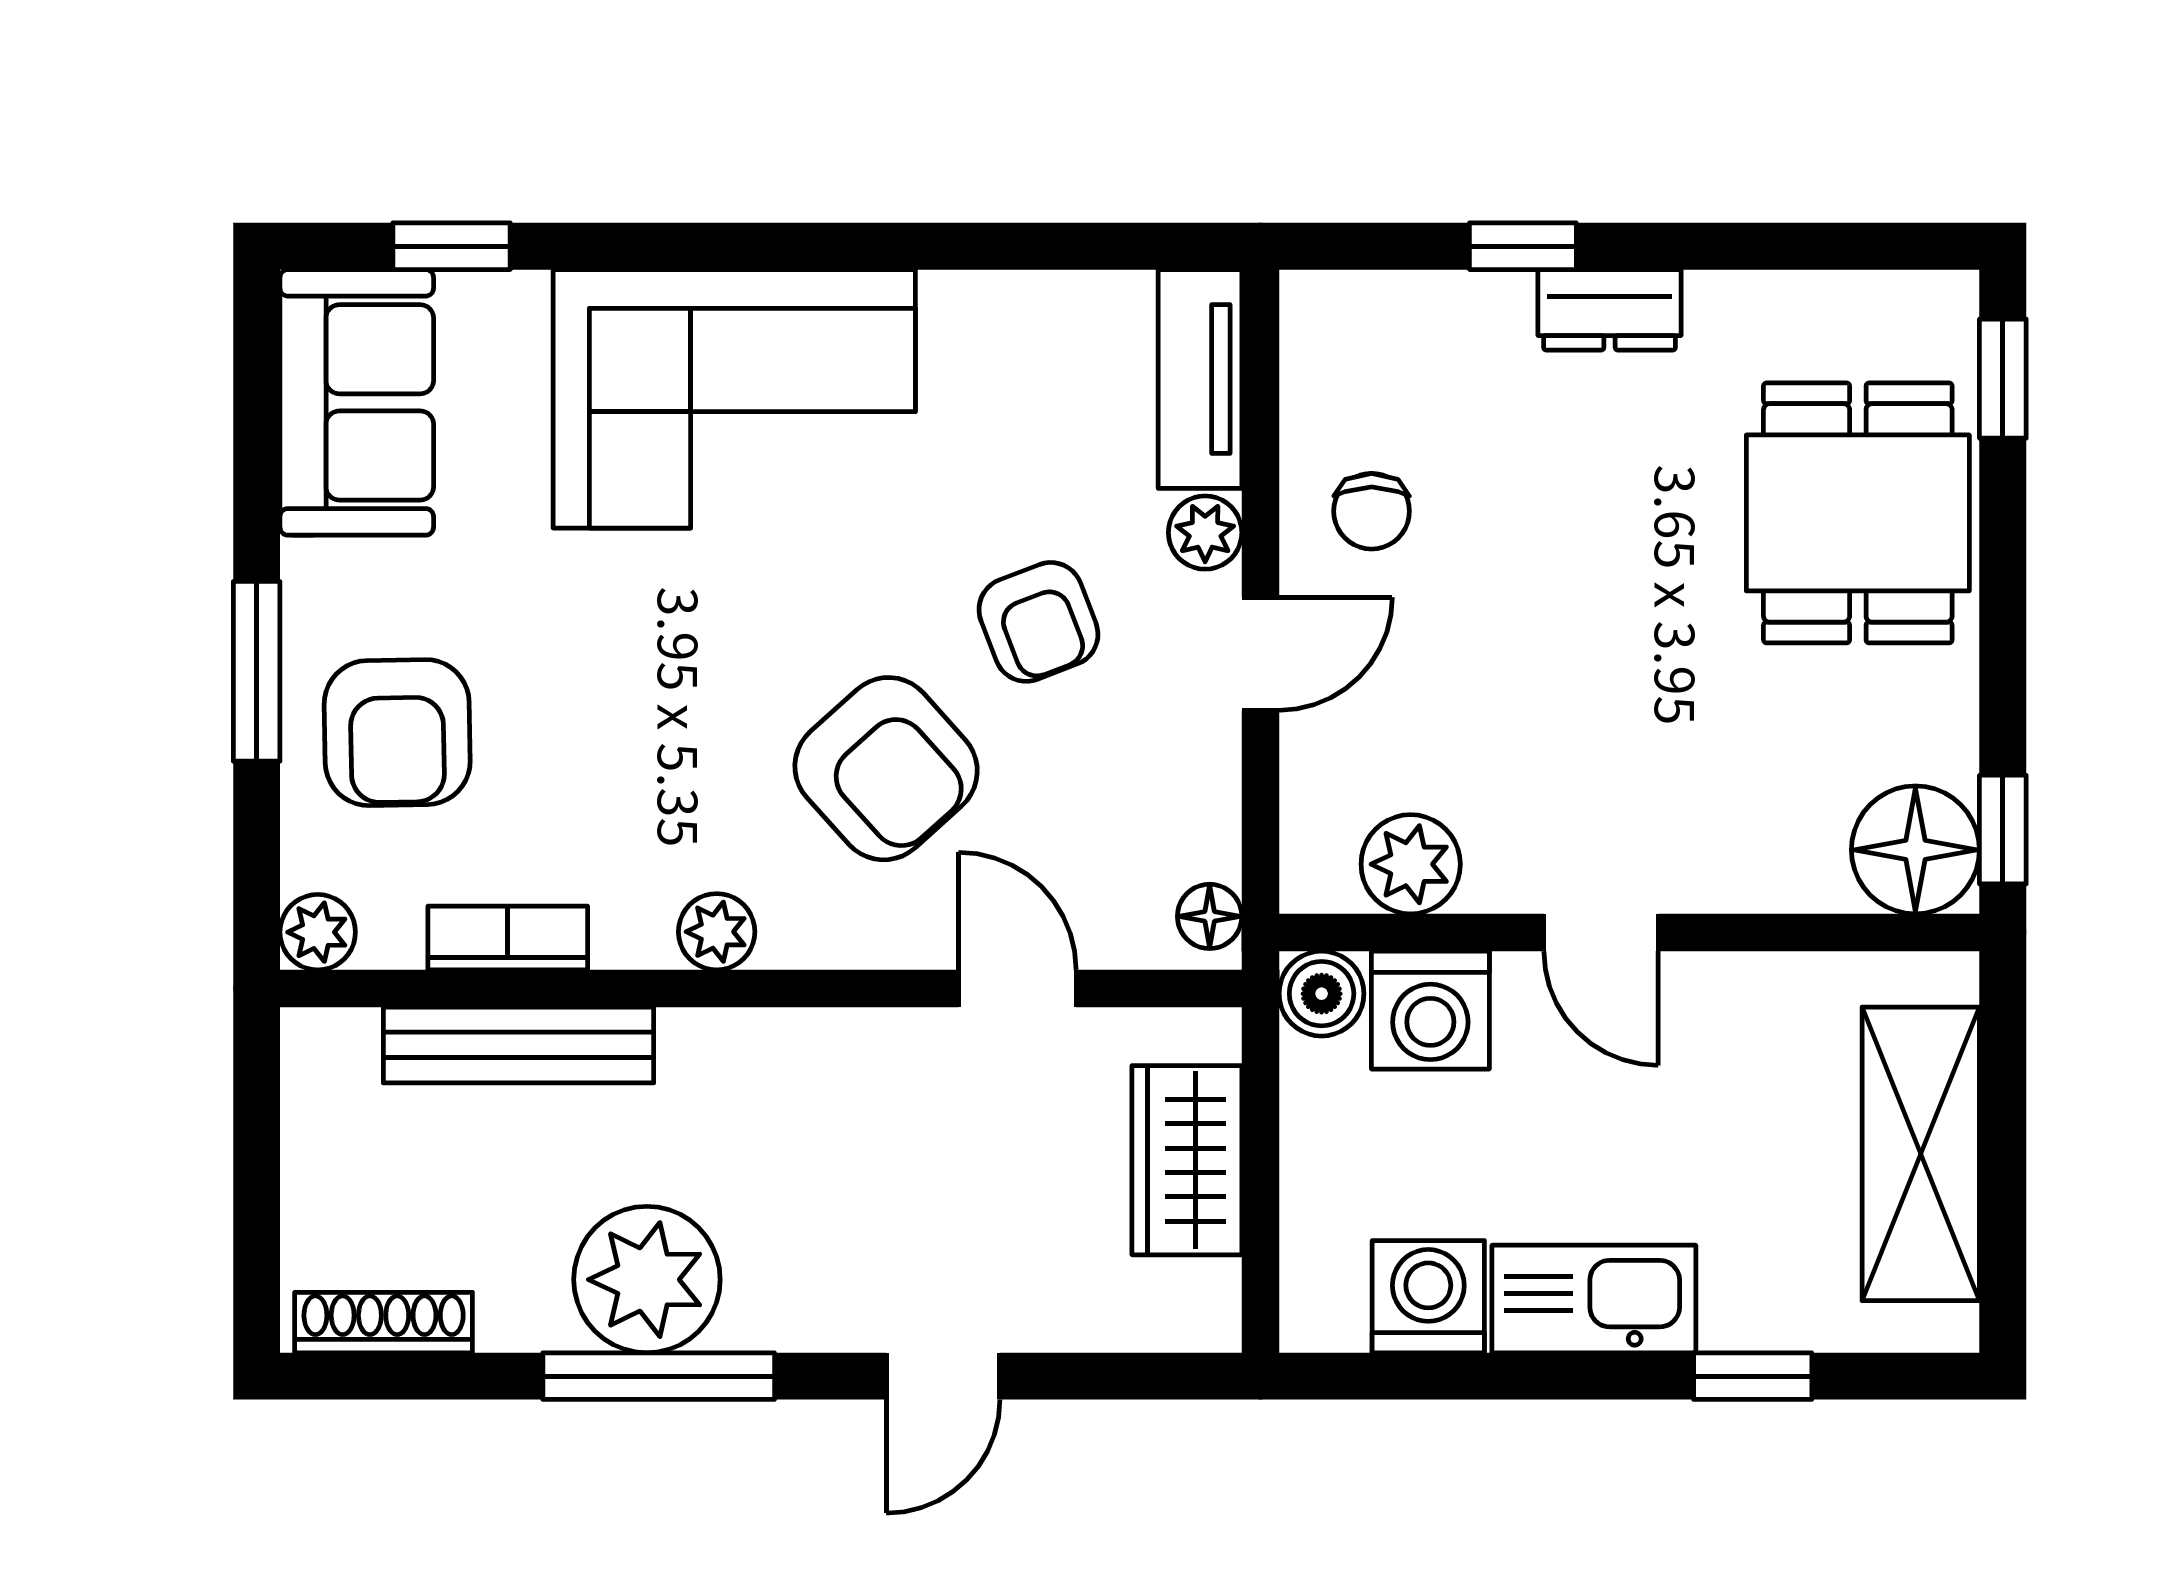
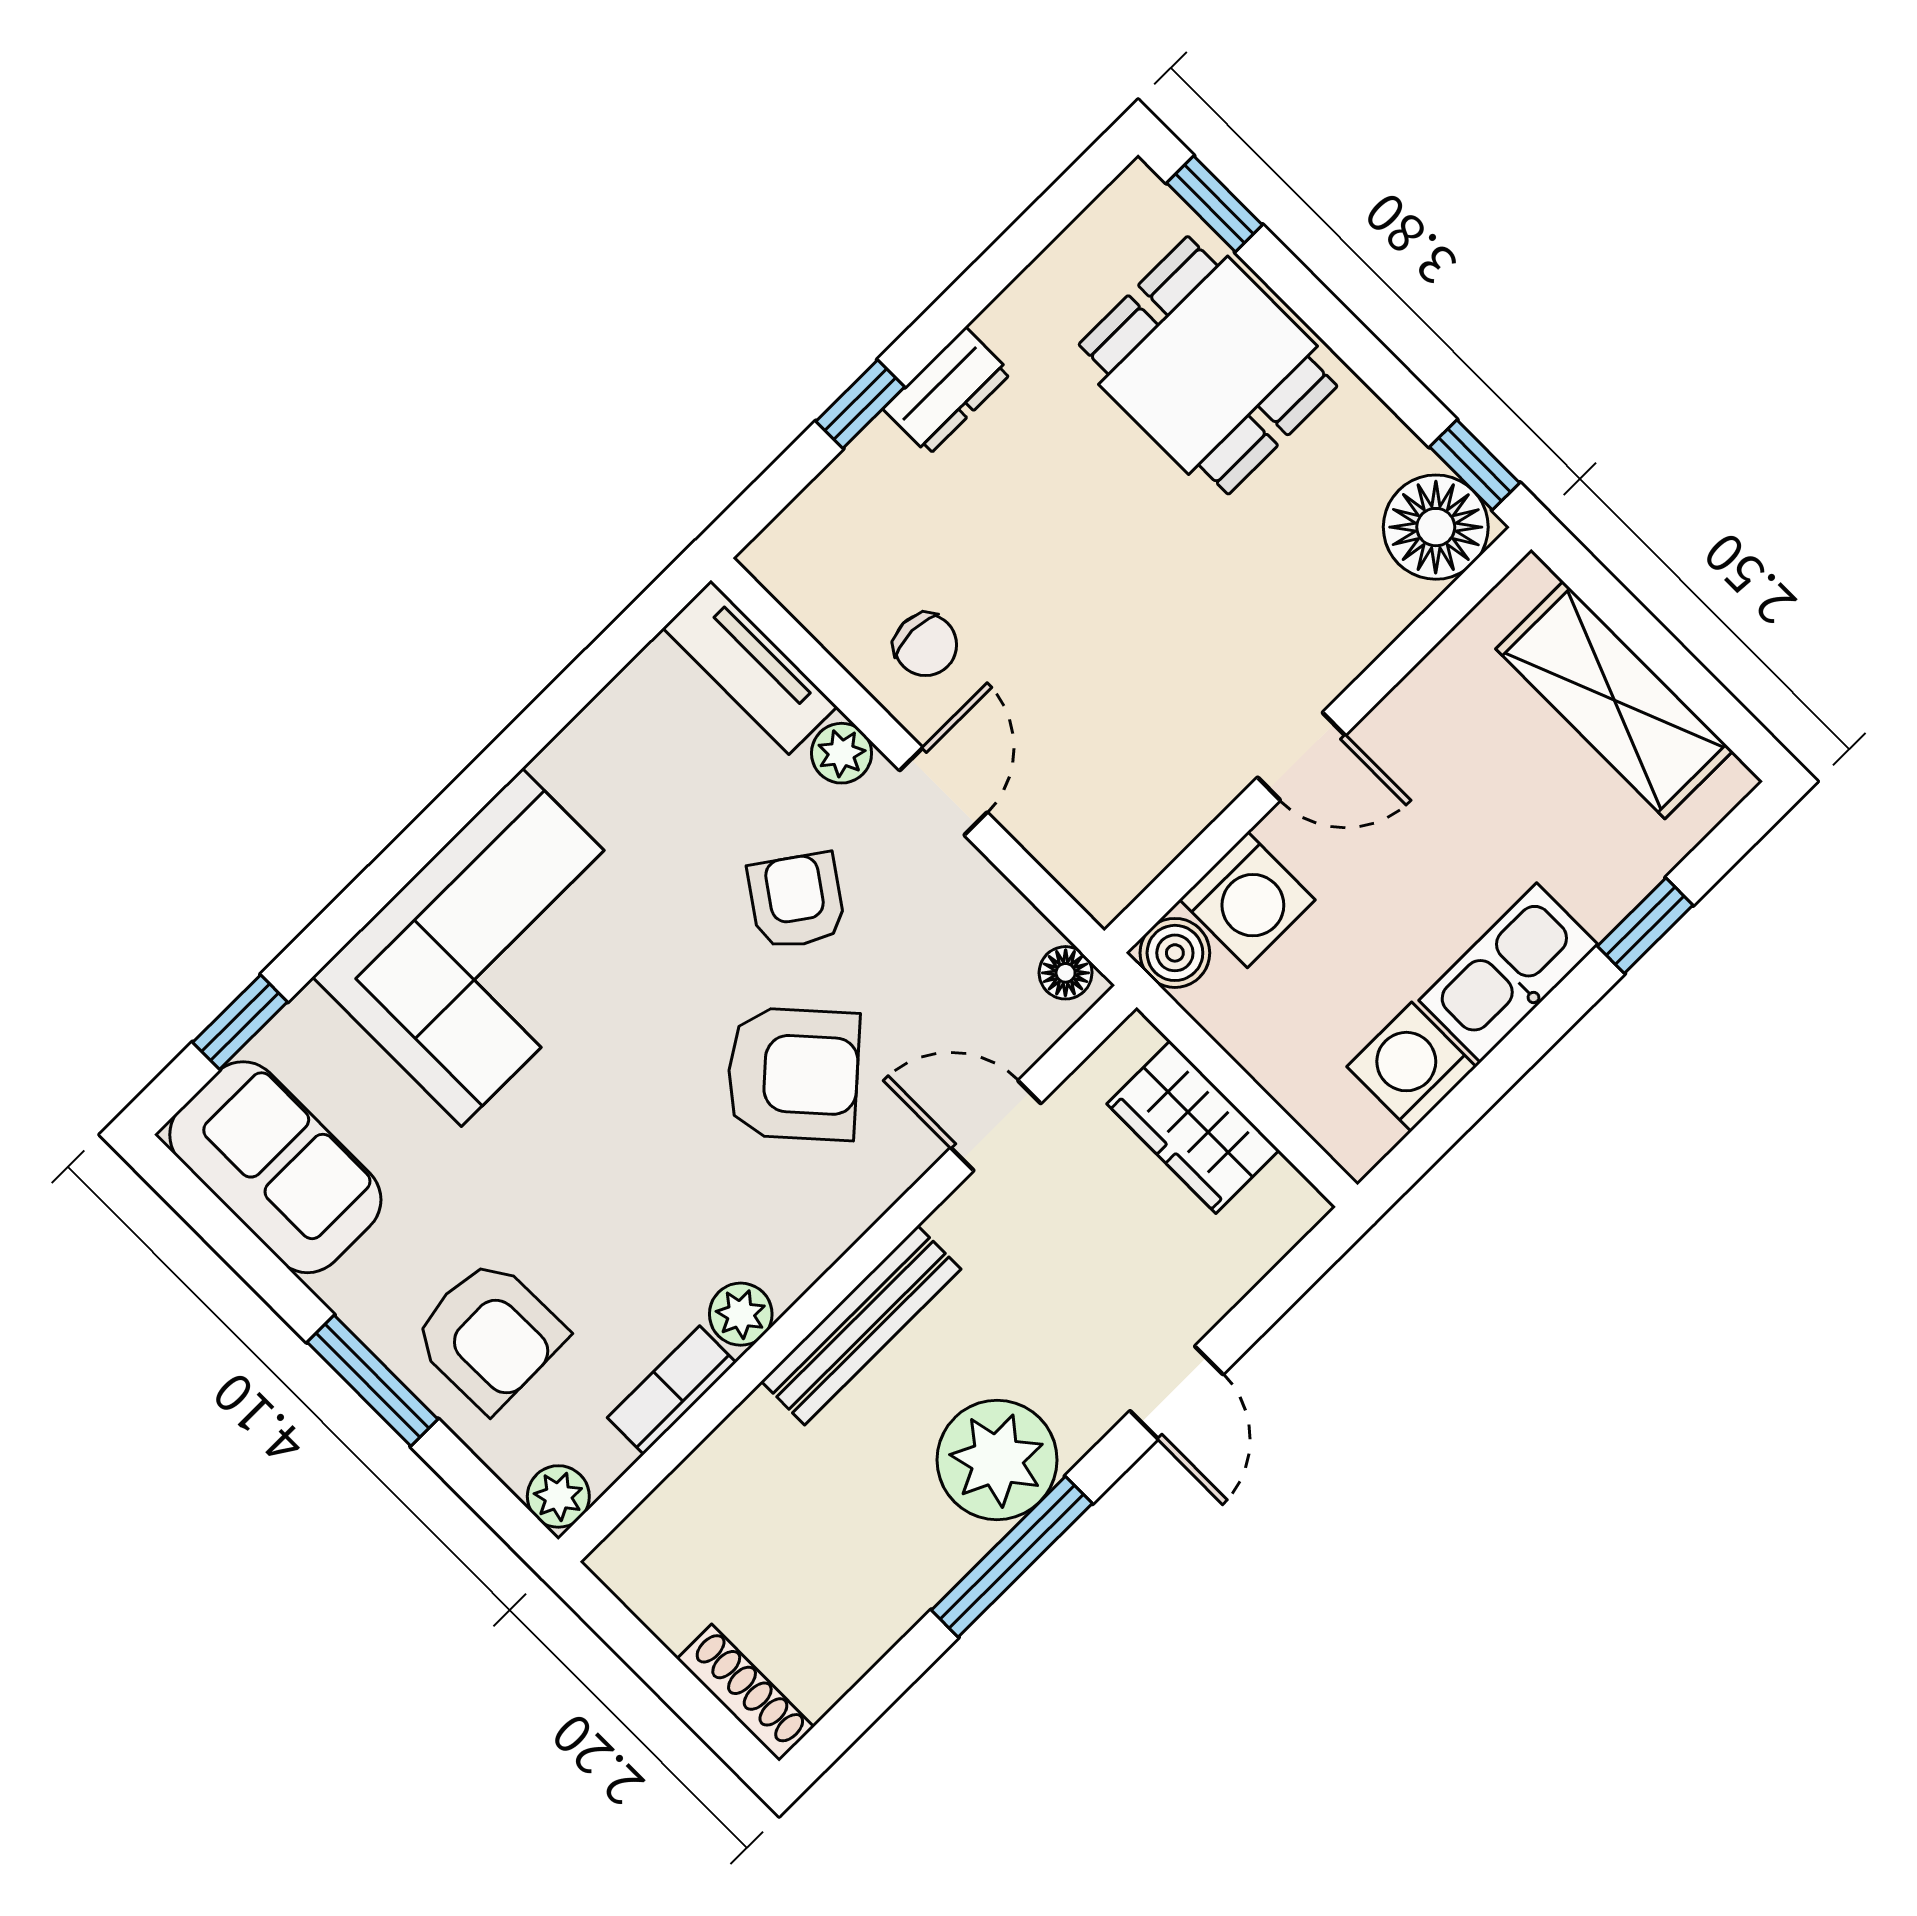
armchair: (1038, 622) -> (797, 901), turned -124
plant: (1411, 864) -> (1152, 827), removed
plant: (717, 932) -> (741, 1314), moved
bench: (519, 1045) -> (861, 1325), moved
plant: (647, 1280) -> (997, 1460), moved
shoe rack: (384, 1323) -> (745, 1693), moved, turned 90

